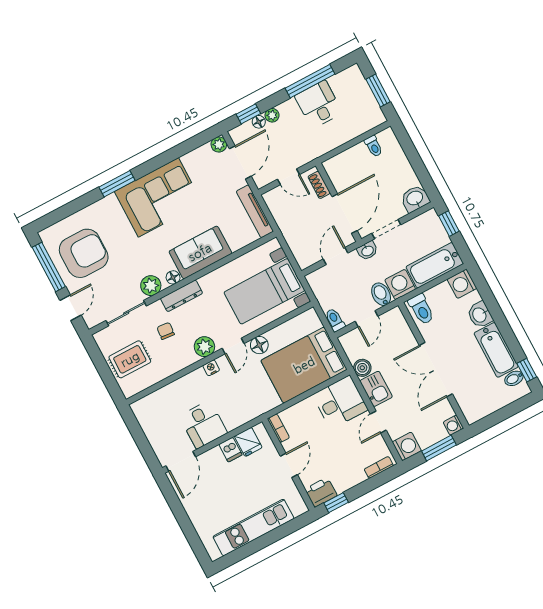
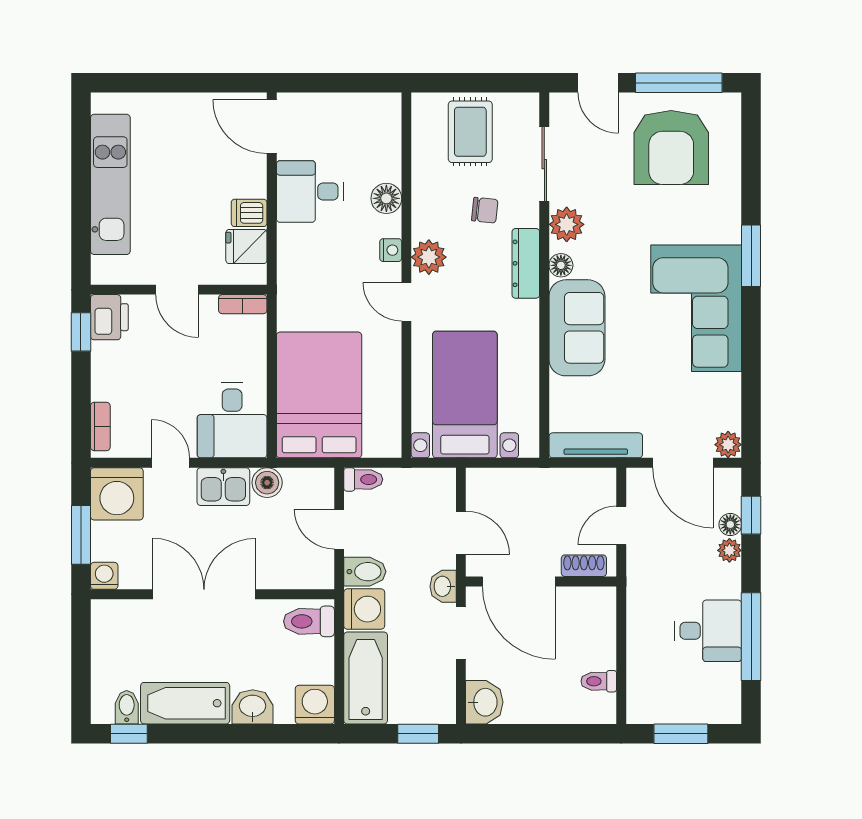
floor lamp: (259, 345) -> (386, 198), moved
washing machine: (407, 446) -> (117, 494), width x1.37, depth x1.37

